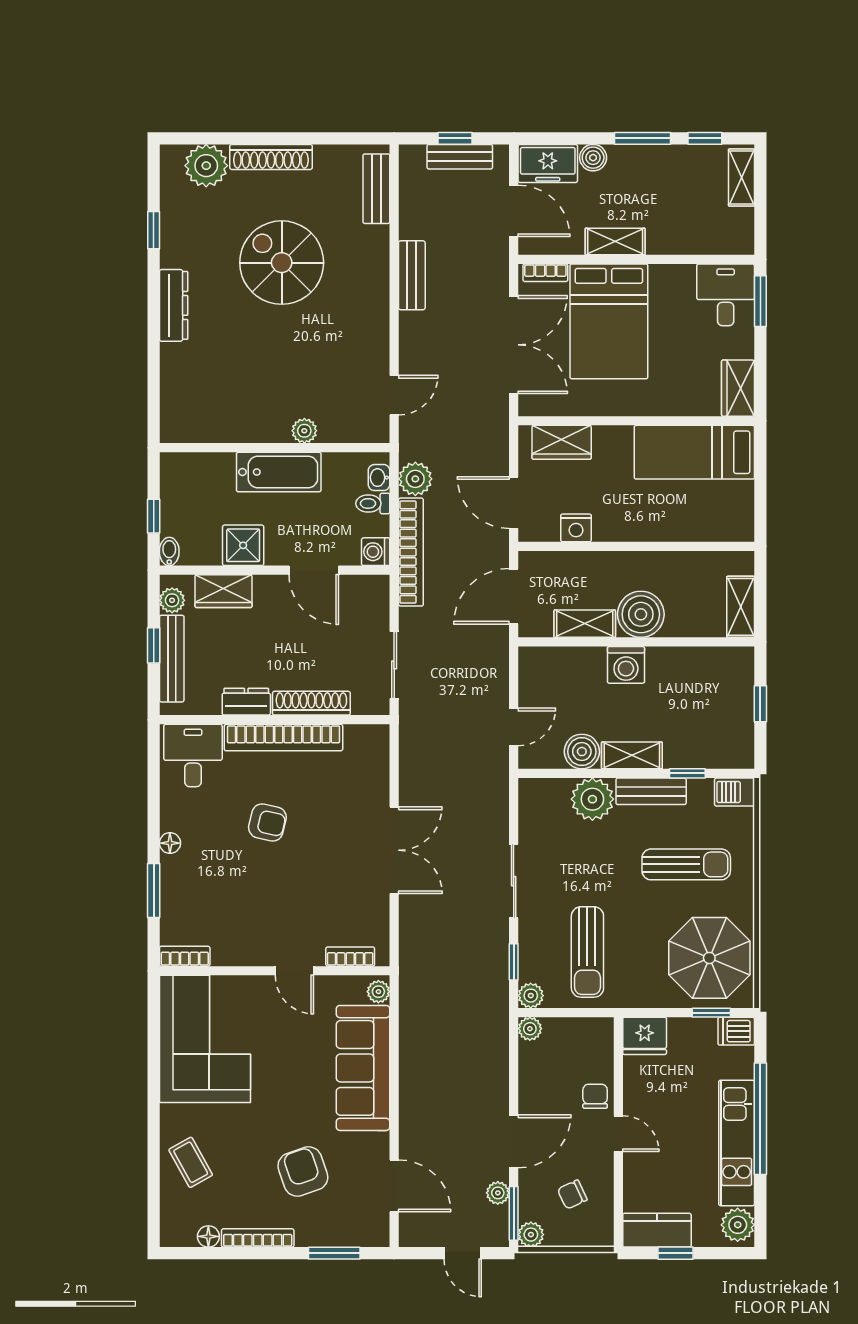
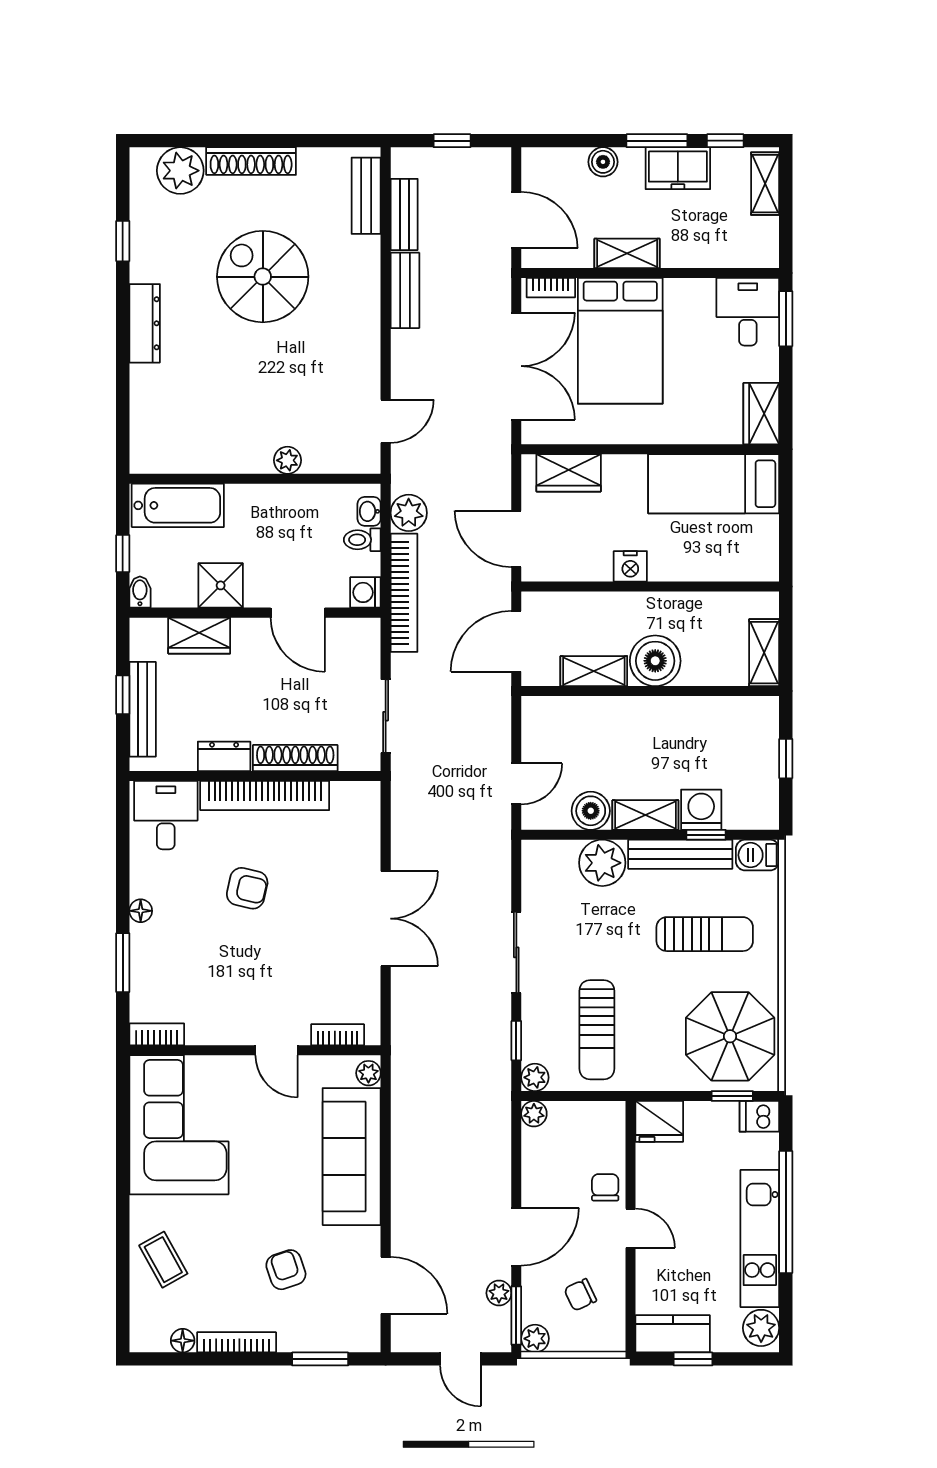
bench: (460, 157) -> (404, 214), moved, turned 90
freezer: (548, 163) -> (678, 168), moved
bathtub: (279, 472) -> (178, 505), moved
nightstand: (576, 528) -> (630, 566), moved
plant: (172, 600) -> (143, 645), removed
washing machine: (626, 665) -> (701, 810), moved, turned 180
bench: (651, 791) -> (680, 854), width x1.36
armchair: (303, 1171) -> (286, 1270), width x0.72, depth x0.72

